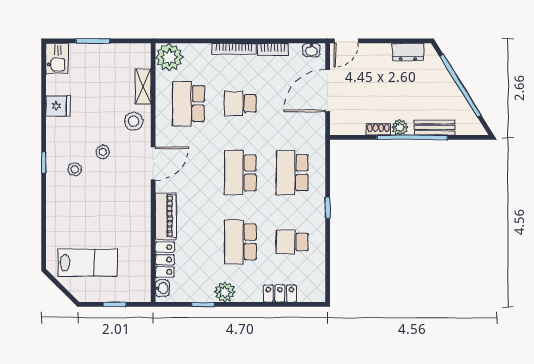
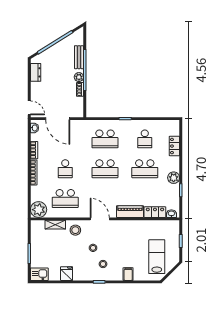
filing cabinet: (57, 213) -> (128, 274), added

